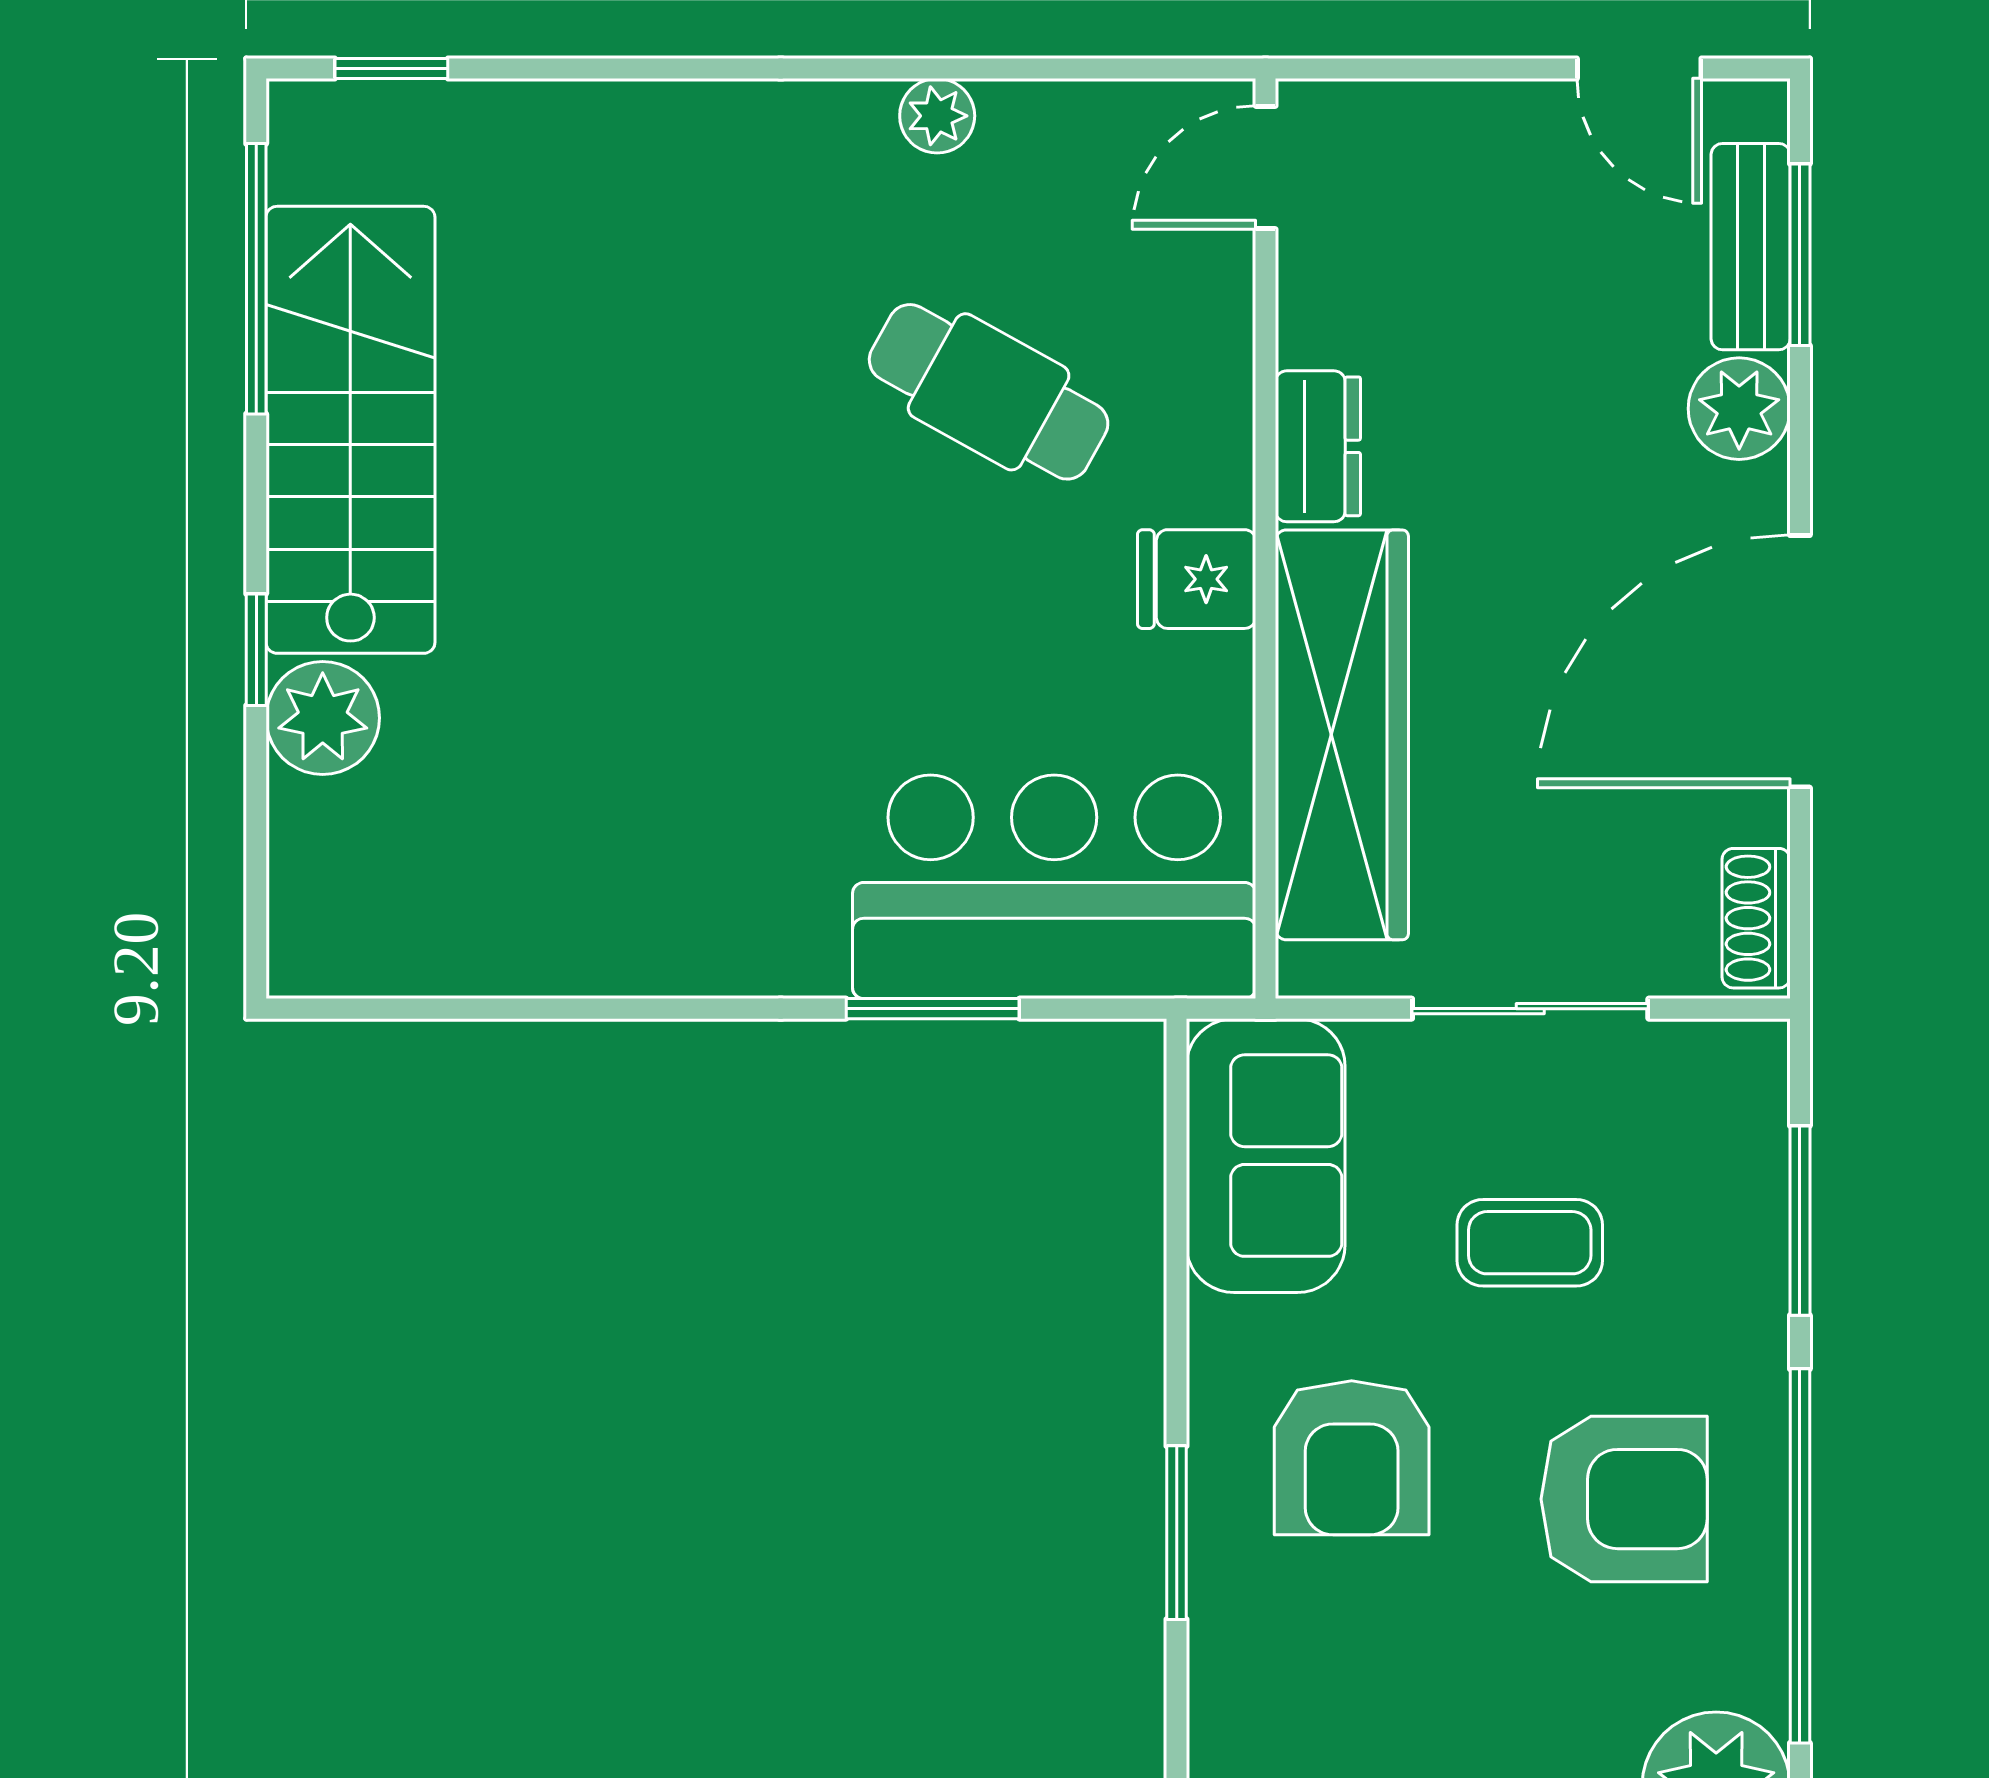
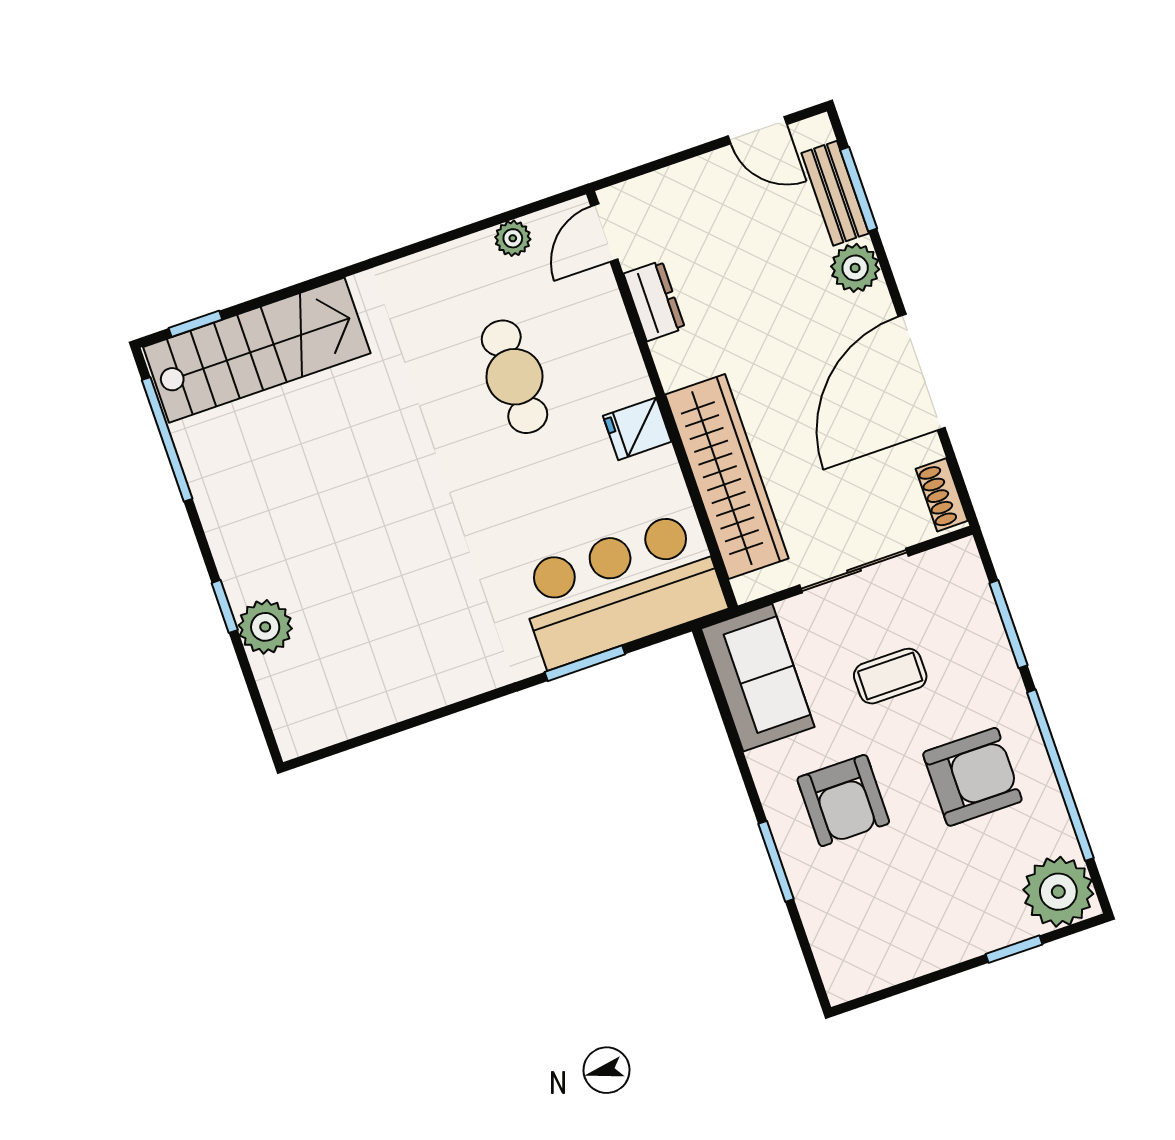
plant: (937, 116) -> (513, 238), moved
cafe table: (989, 392) -> (514, 377), turned 61
stairs: (350, 430) -> (257, 350), moved, turned 90
dresser: (1318, 446) -> (654, 301), moved

